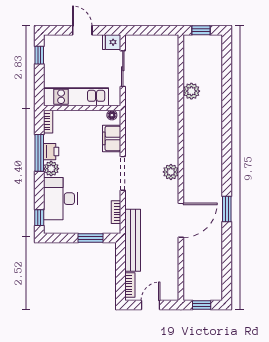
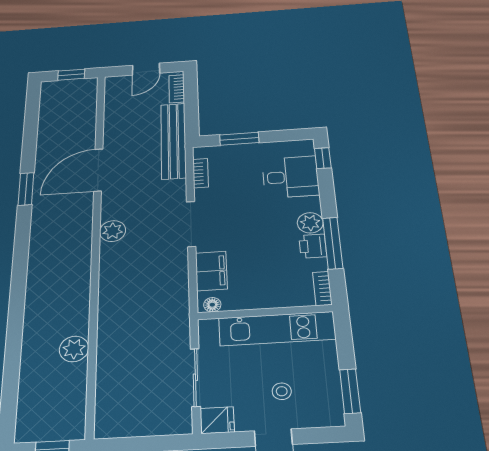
window: (39, 55) -> (350, 391), width x1.50
stool: (76, 57) -> (282, 391), added
desk: (60, 199) -> (291, 177), width x0.73

